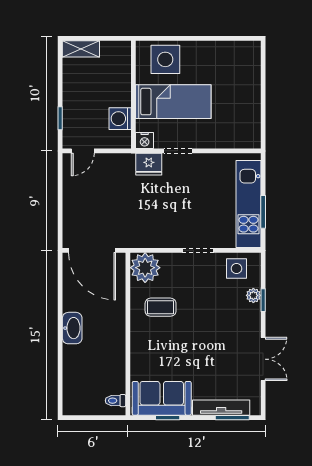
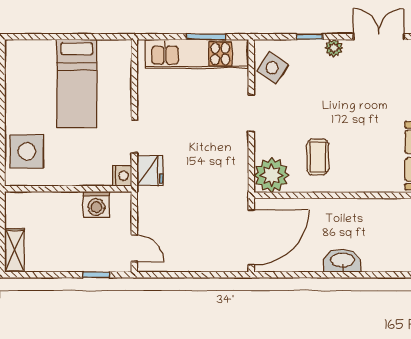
bed: (173, 102) -> (77, 83), moved, turned 180
side table: (237, 269) -> (272, 68), turned 34
plant: (253, 295) -> (334, 48), moved

